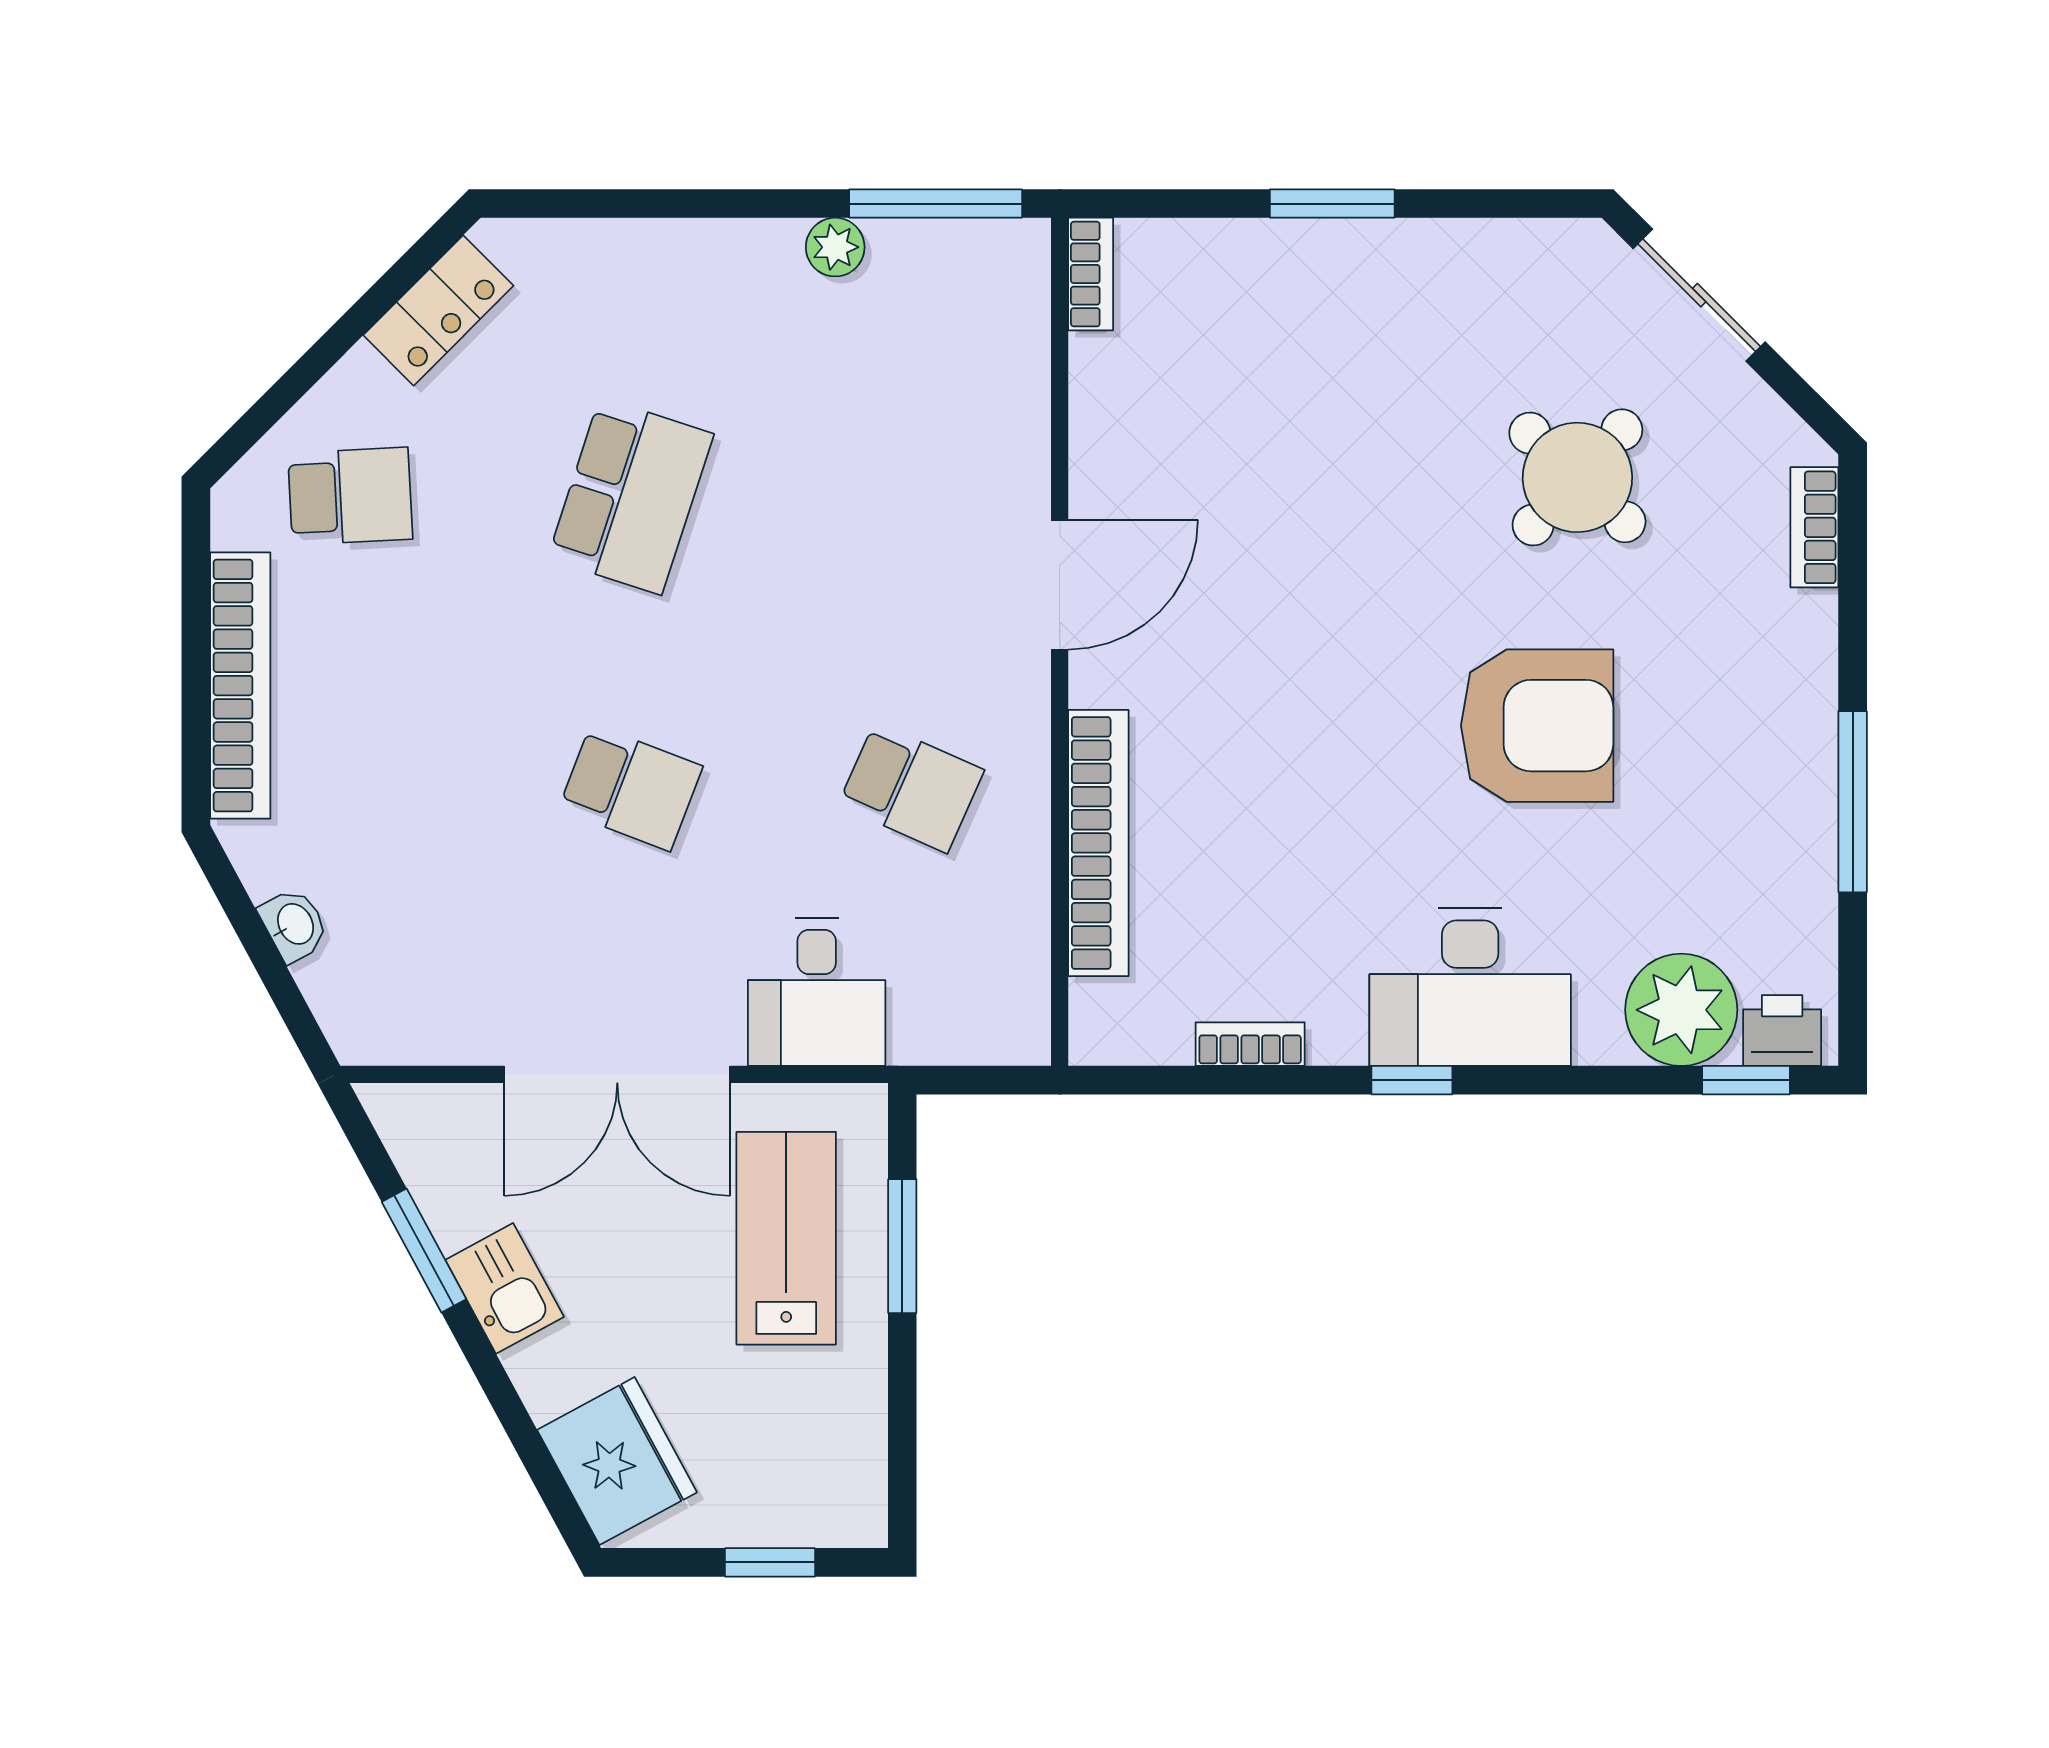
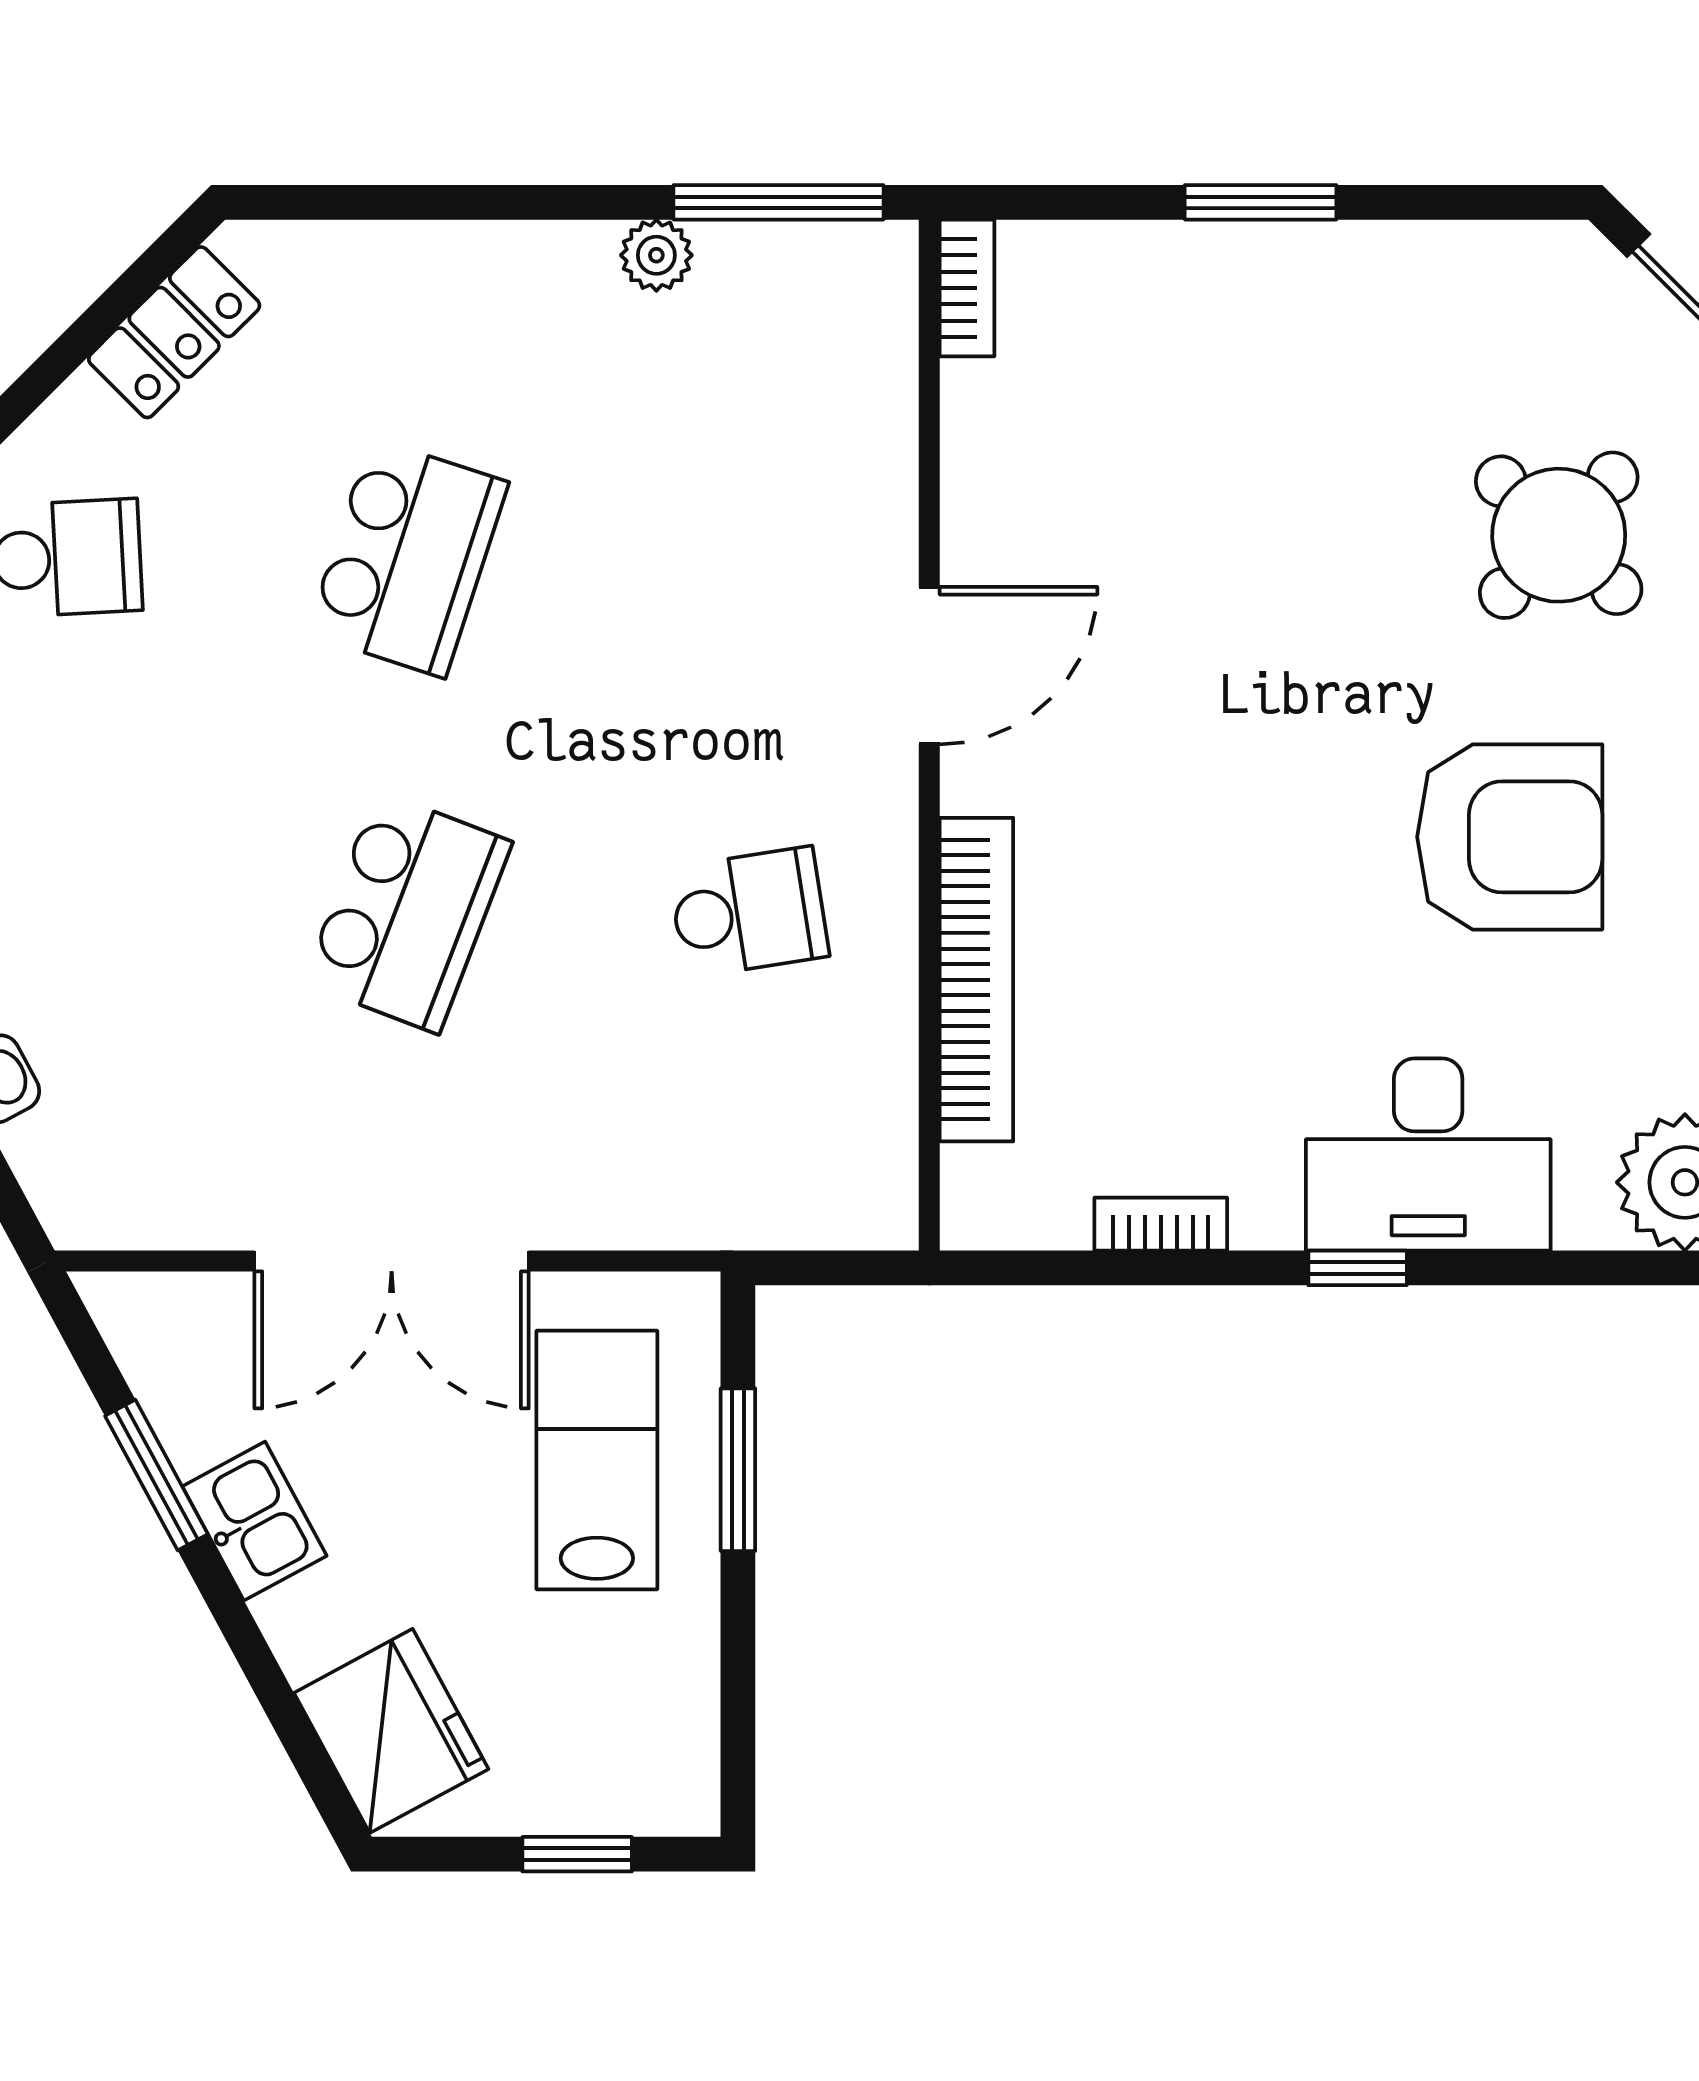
school desk: (631, 788) -> (408, 912), width x1.85
school desk: (911, 788) -> (749, 912), turned -33
desk: (817, 992) -> (634, 1161), removed

